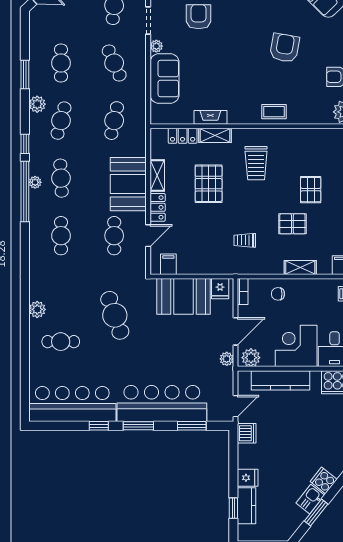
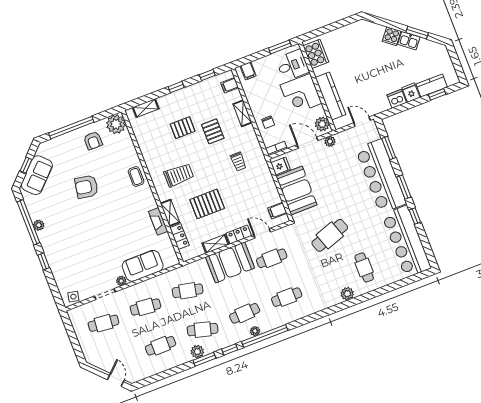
armchair: (199, 17) -> (88, 258), removed
cafe table: (114, 63) -> (146, 307), turned 30
window: (25, 74) -> (204, 359), moved
dishwasher: (247, 433) -> (397, 99), moved

